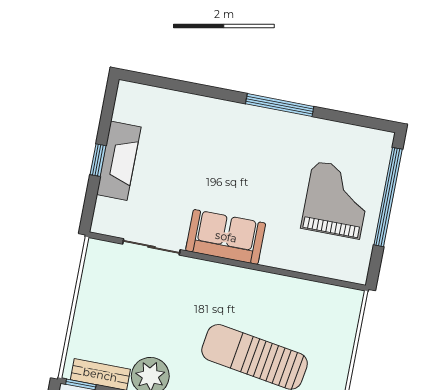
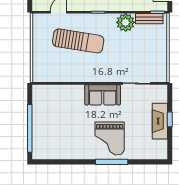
window: (280, 105) -> (112, 162), moved
grand piano: (336, 200) -> (110, 138), moved

